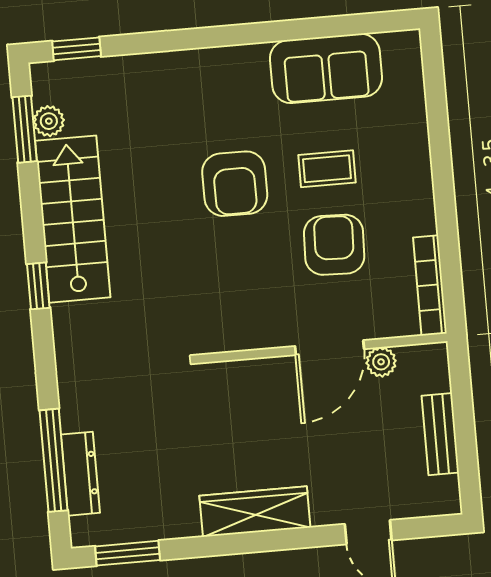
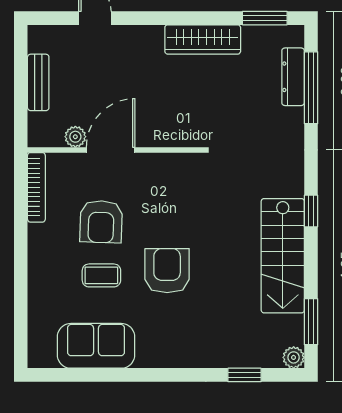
window: (77, 49) -> (245, 375), moved
plant: (49, 121) -> (294, 357), moved
wardrobe: (255, 512) -> (203, 39), moved

